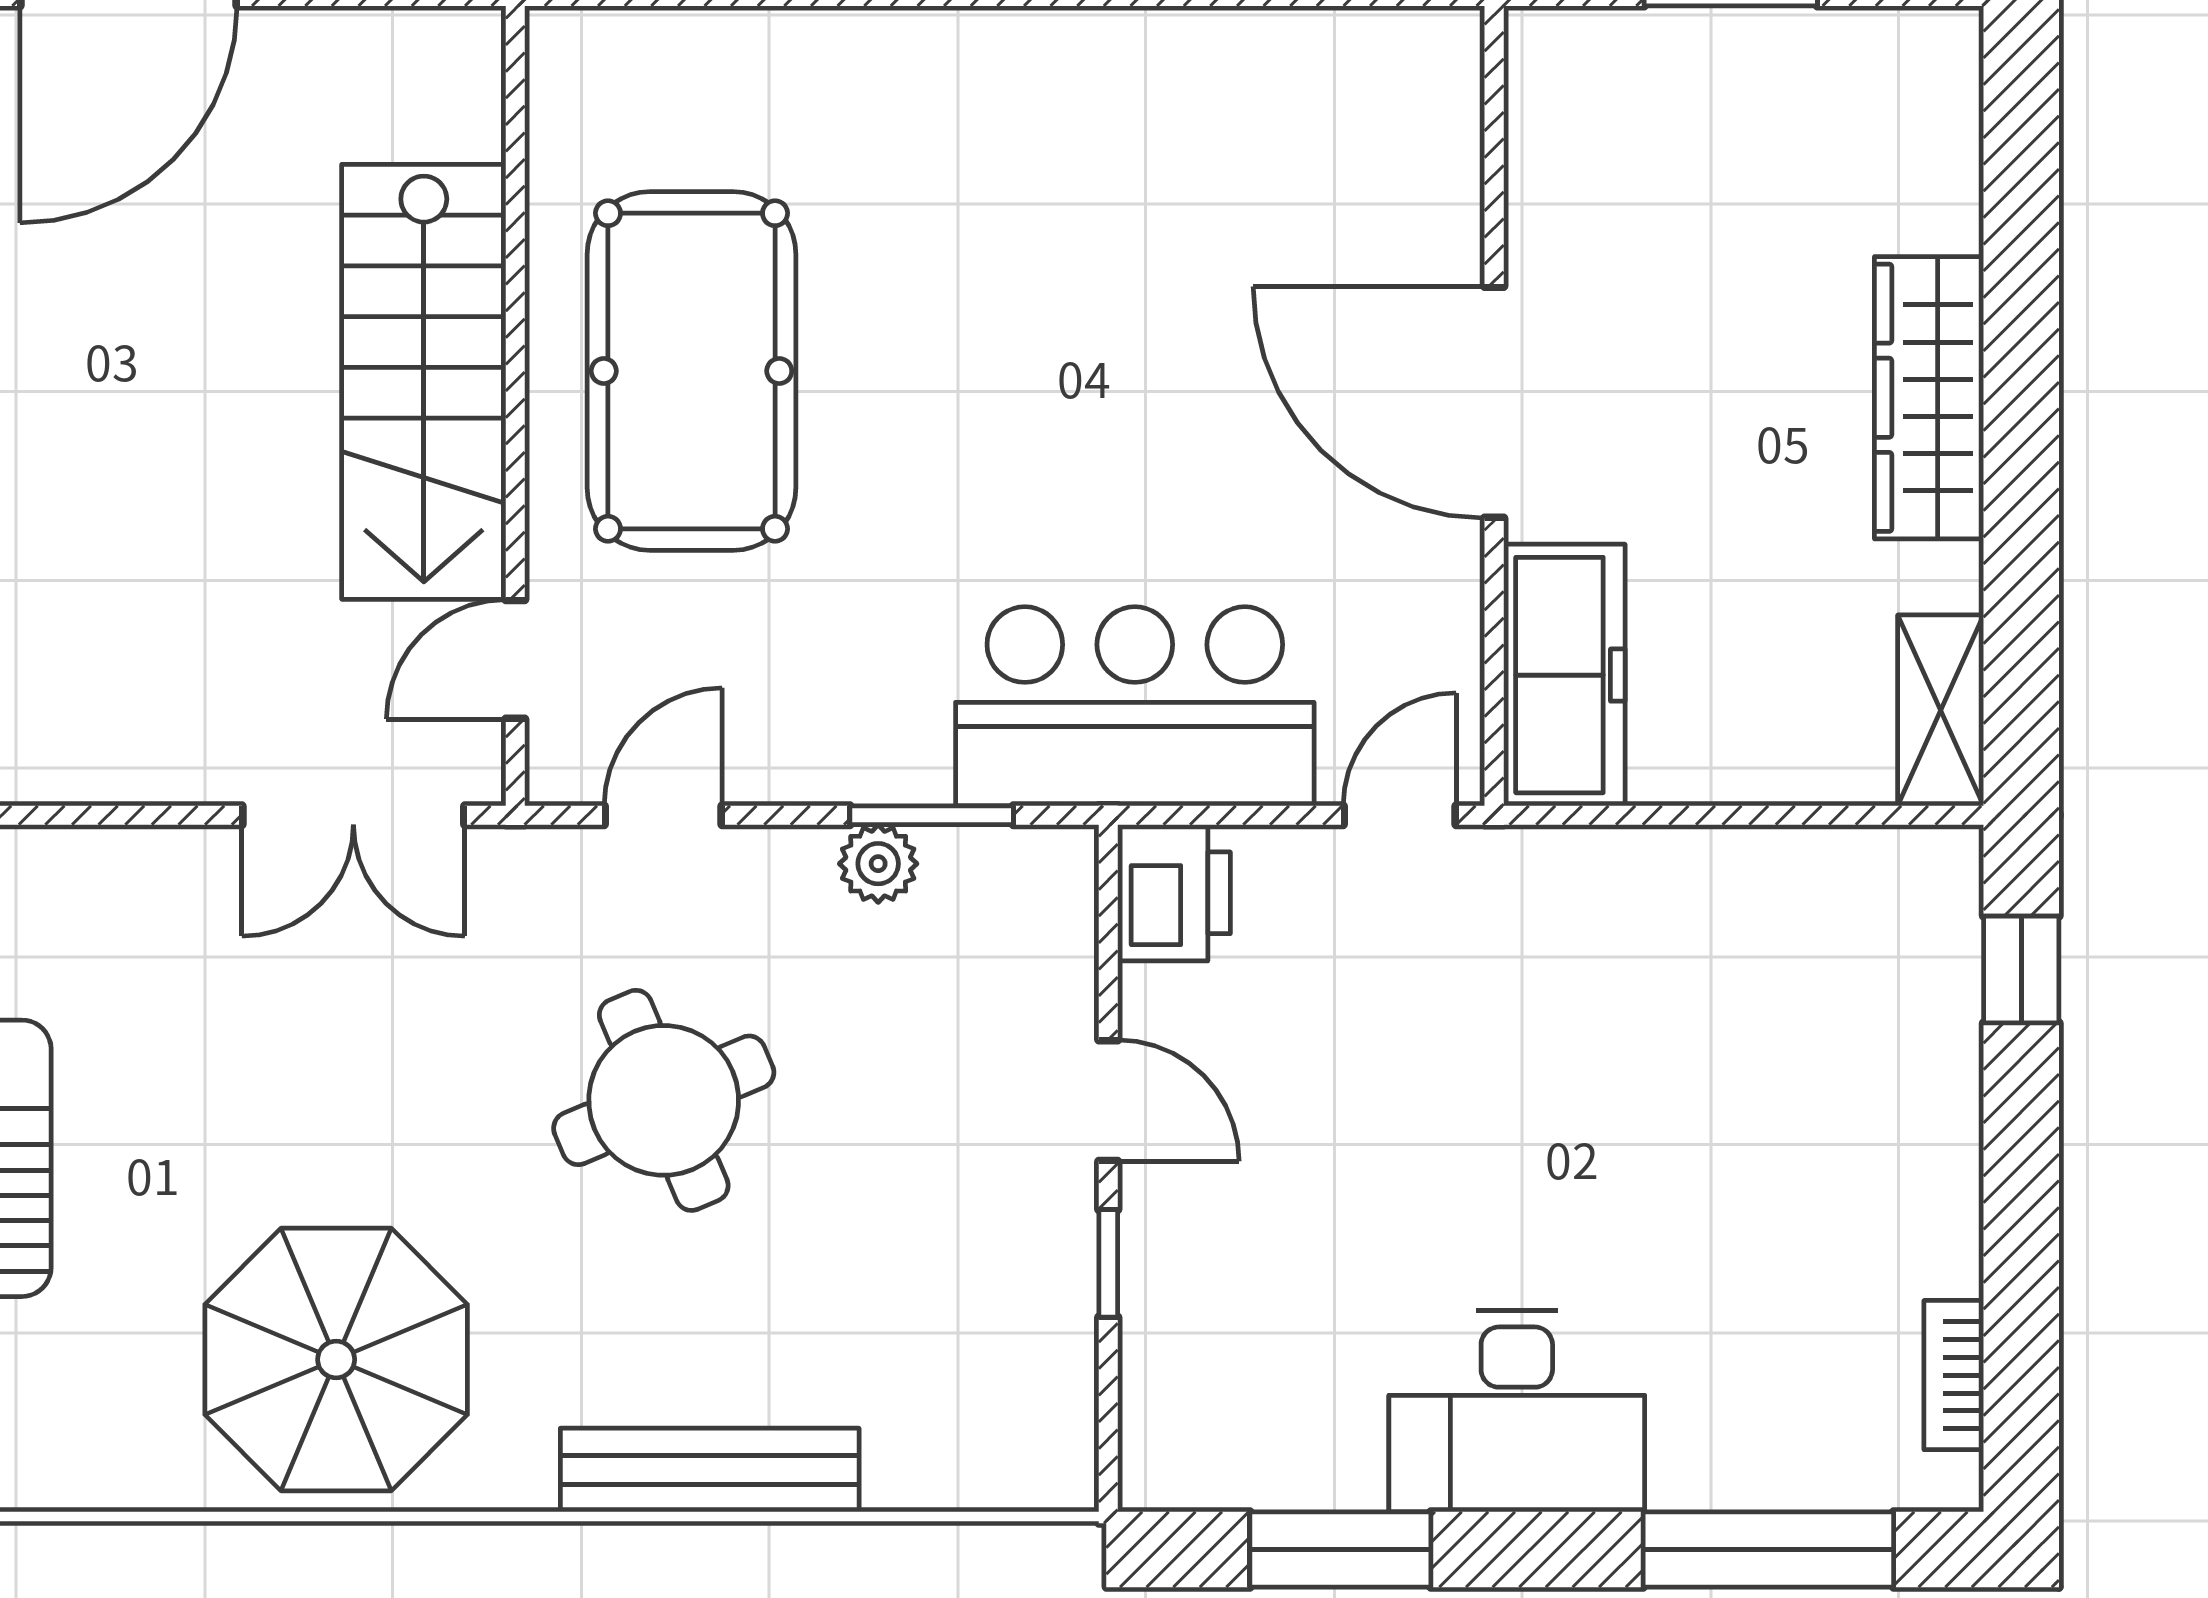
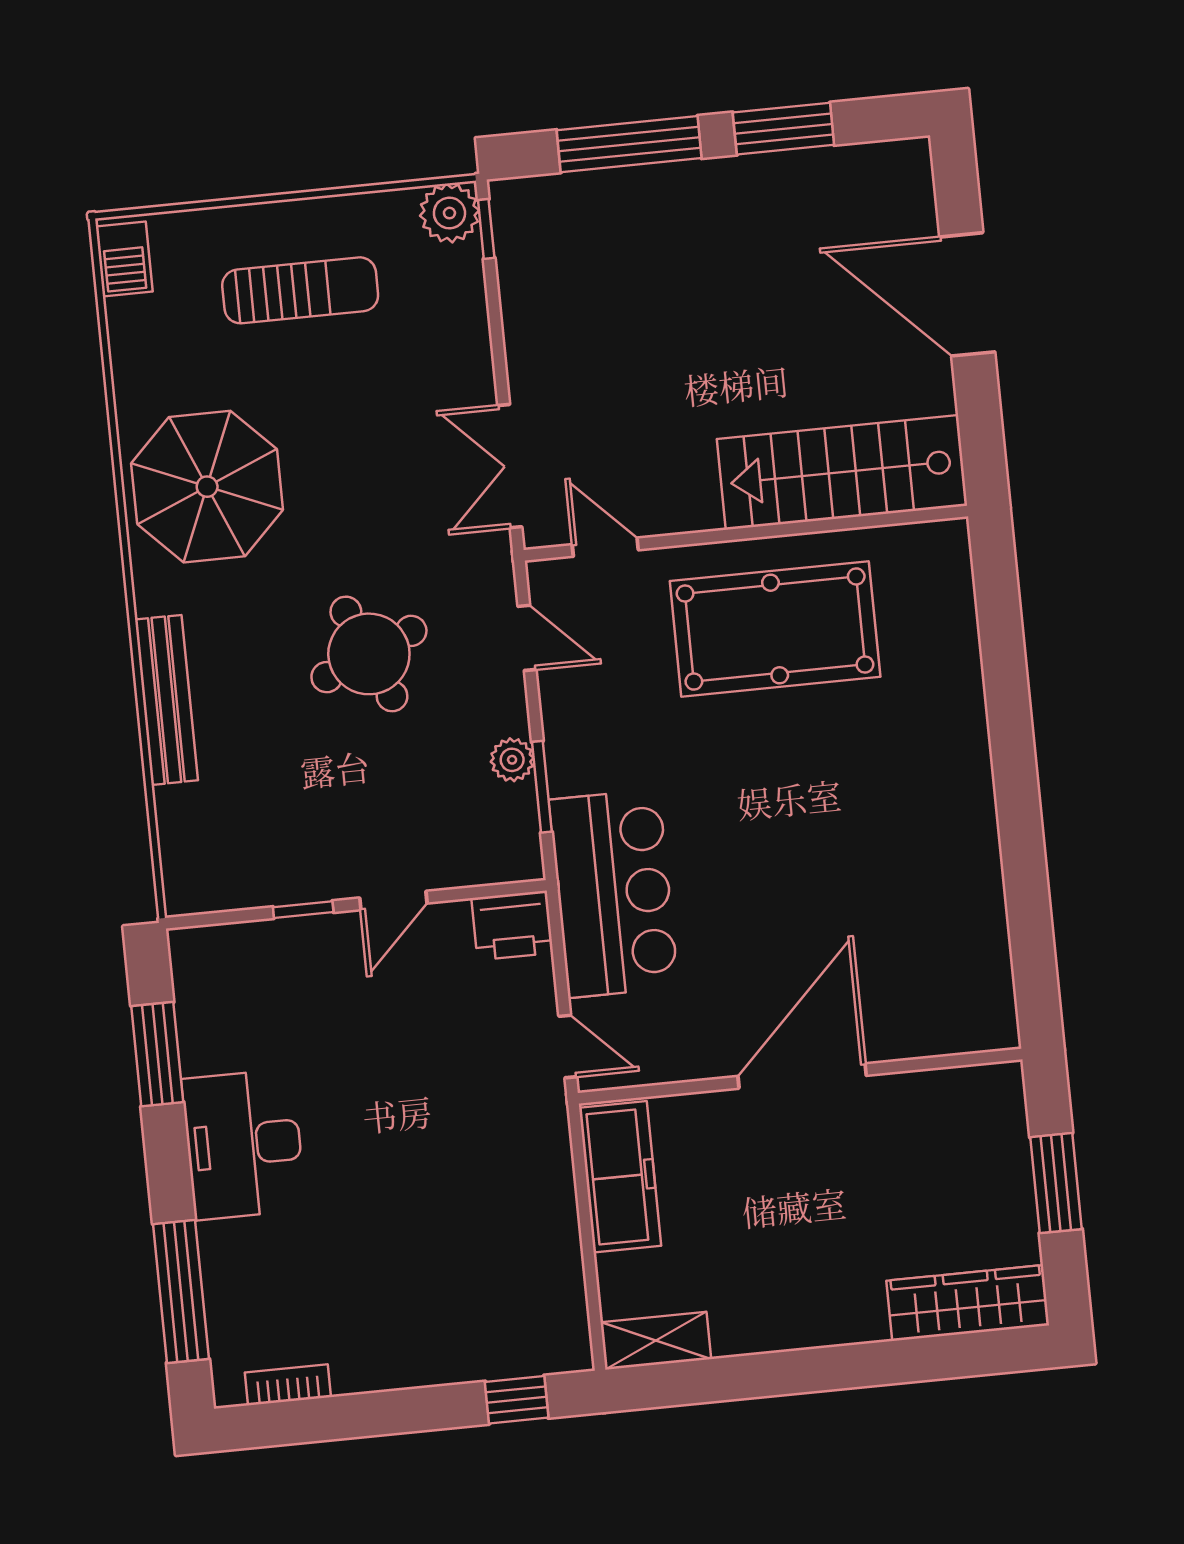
stairs: (424, 382) -> (842, 472), moved
wardrobe: (1929, 398) -> (968, 1303), moved
freezer: (1564, 675) -> (620, 1177), moved, turned -90

